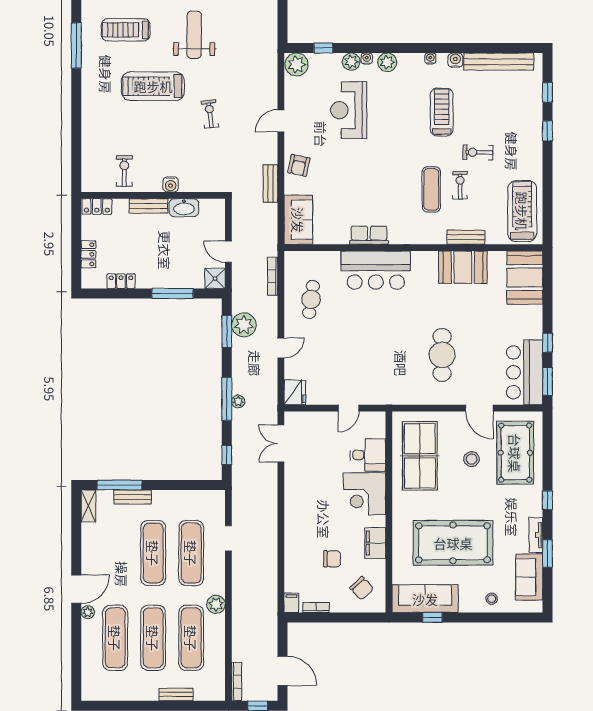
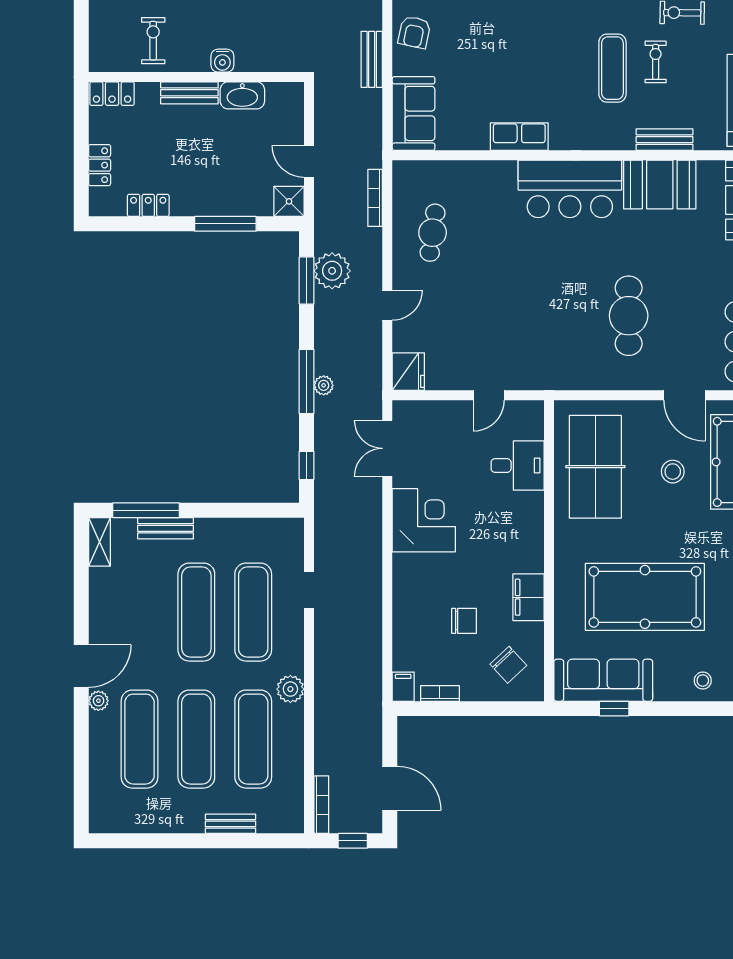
bar counter: (376, 270) -> (570, 189), moved
corner desk: (364, 494) -> (424, 520), moved, turned 180

